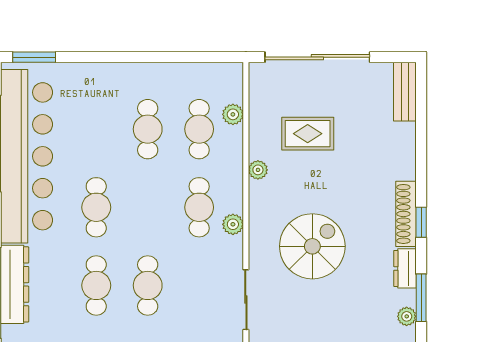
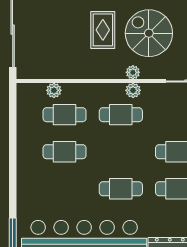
rug: (308, 134) -> (103, 30), moved
plant: (258, 170) -> (133, 72), moved

